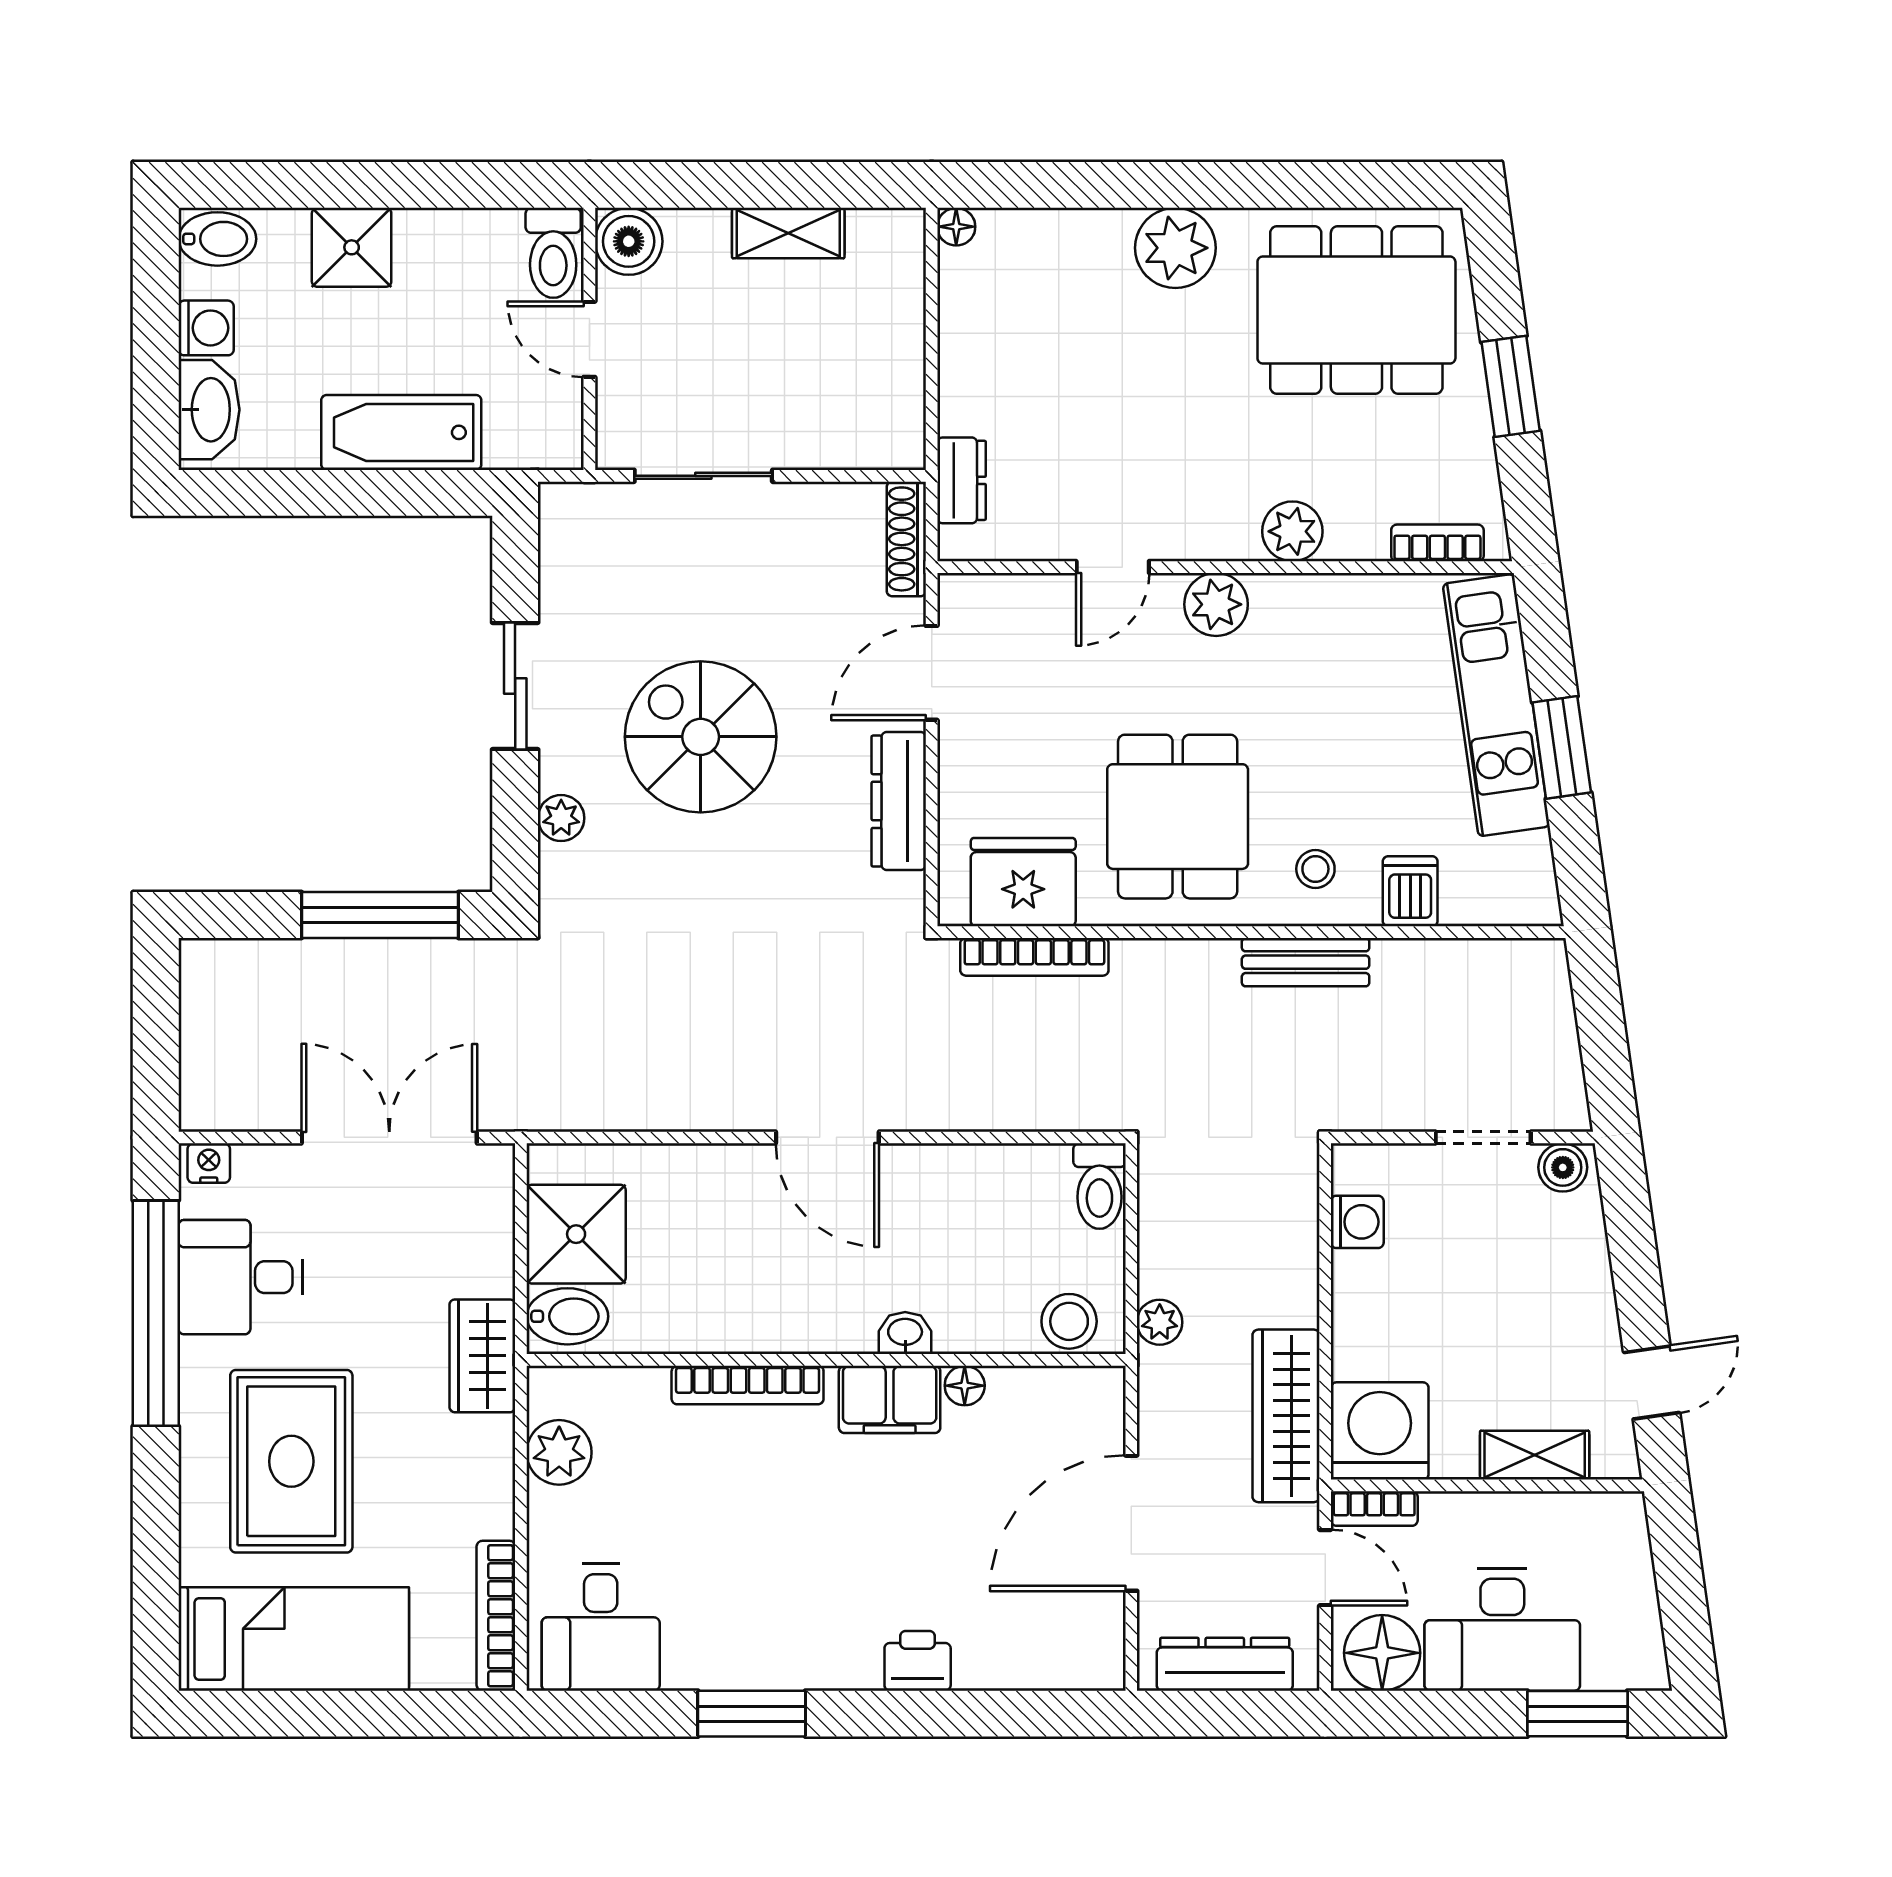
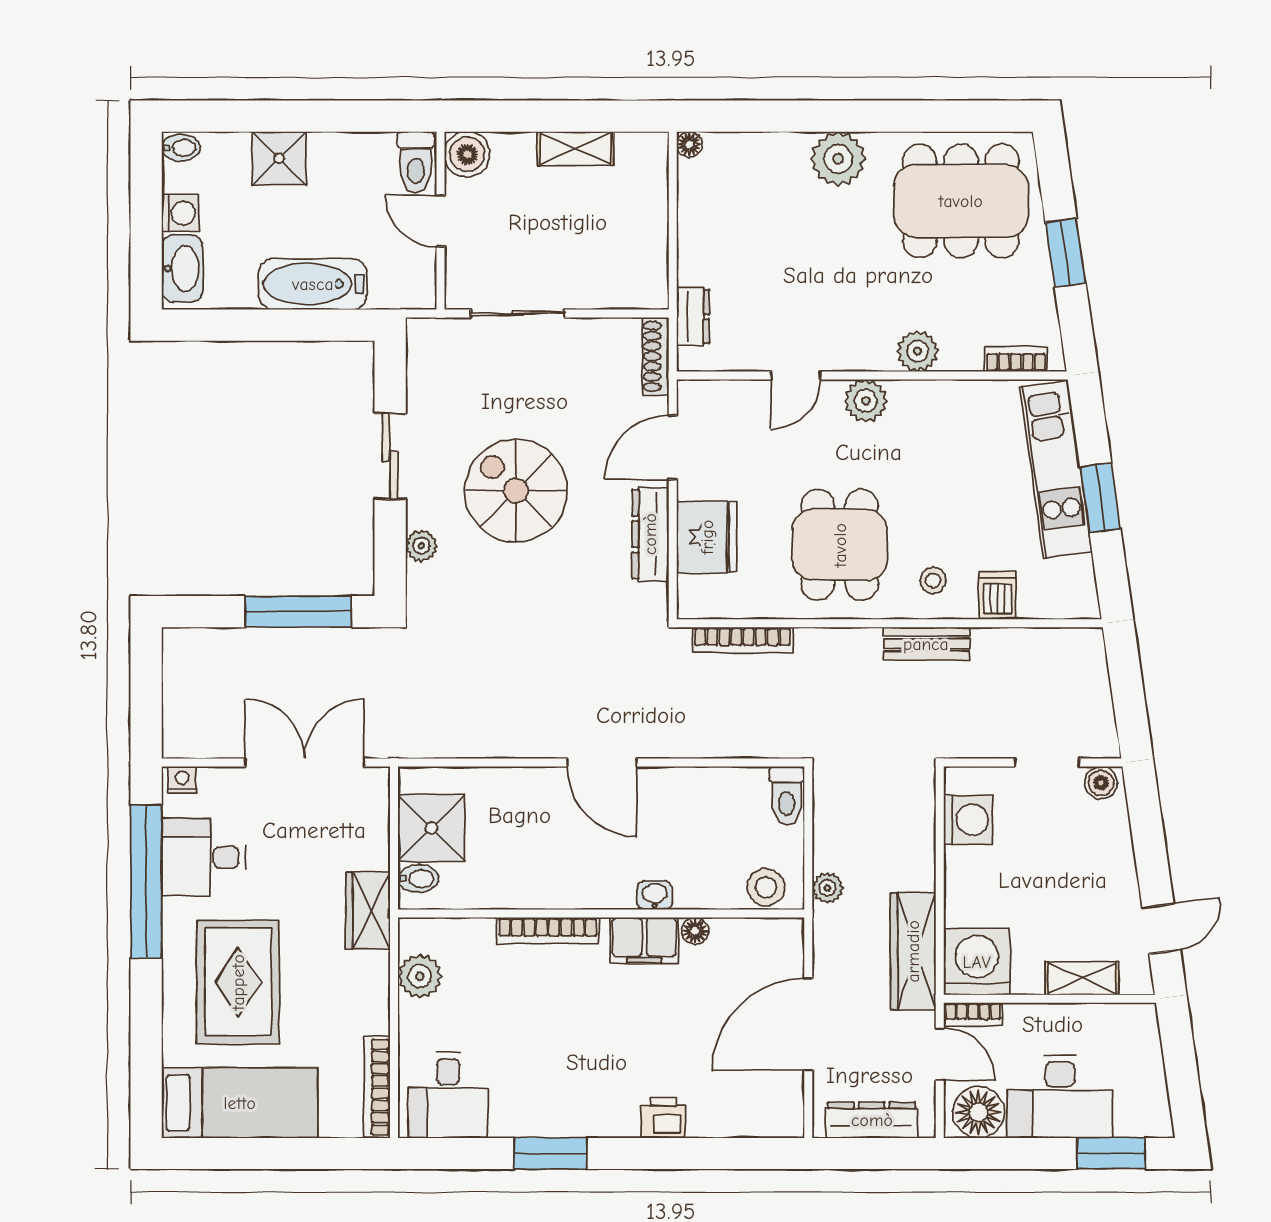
bidet: (217, 239) -> (181, 148), width x0.72, depth x0.74
fridge: (1023, 882) -> (707, 537), moved, turned 90
washing machine: (1357, 1222) -> (968, 820), width x1.38, depth x1.38
bidet: (567, 1316) -> (418, 879), width x0.72, depth x0.74

